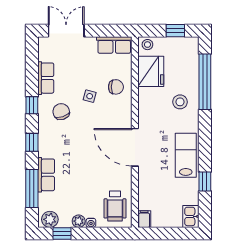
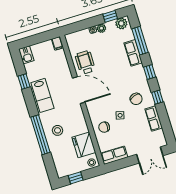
window: (205, 82) -> (40, 135), moved
wheelchair: (115, 206) -> (85, 62), moved

